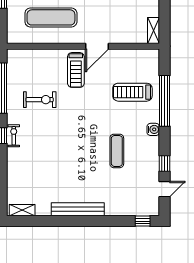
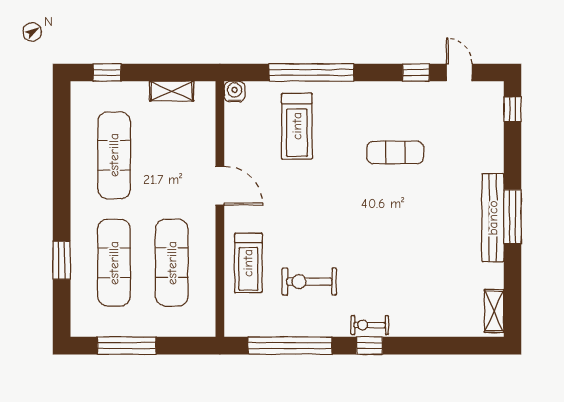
shelving: (153, 30) -> (172, 91), moved
treadmill: (76, 70) -> (248, 263), moved, turned 90
exercise bike: (40, 100) -> (309, 282), turned -90
water cooler: (153, 129) -> (235, 92), moved
window: (78, 221) -> (512, 217), added

